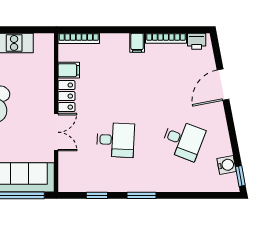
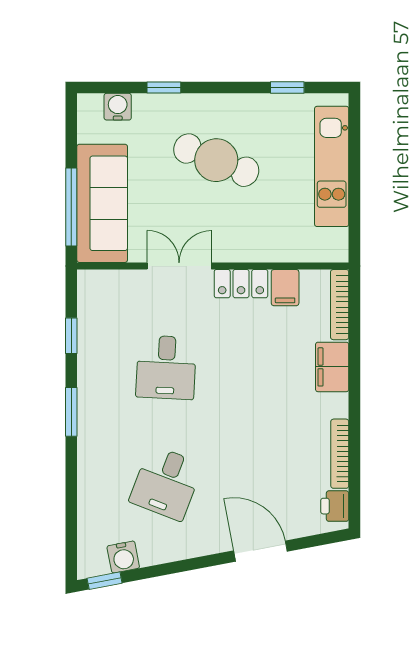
filing cabinet: (137, 43) -> (332, 367), moved, width x2.00
double door: (56, 132) -> (179, 266), swing flipped

